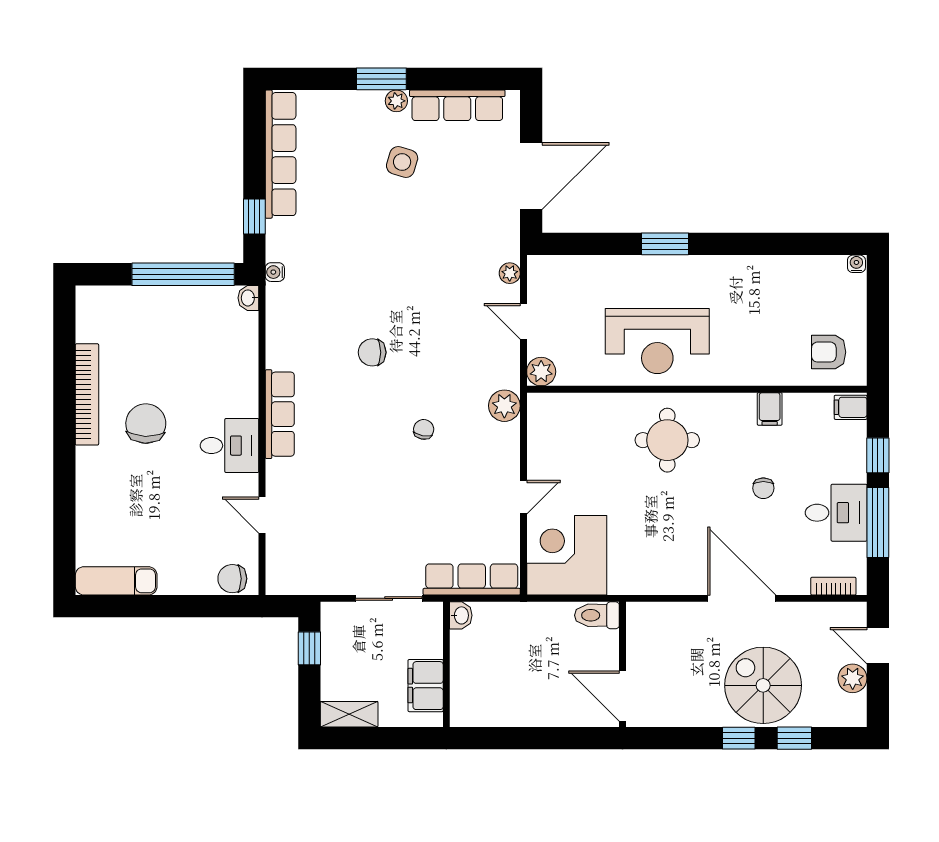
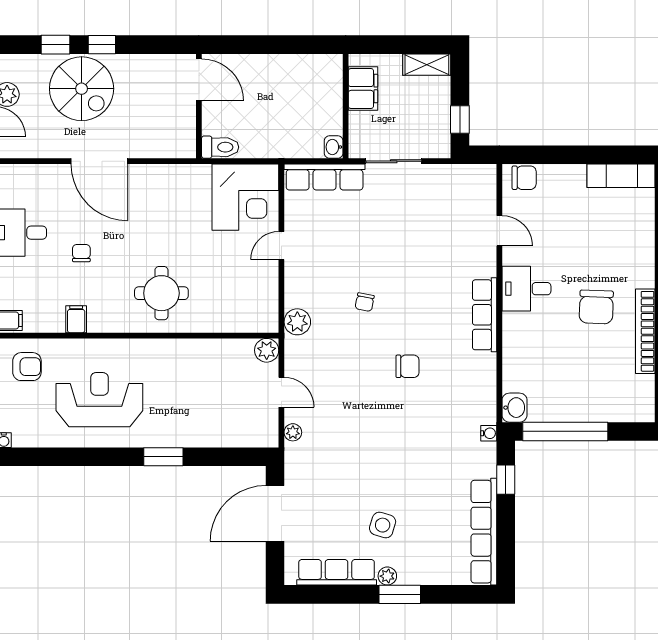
washbasin: (248, 298) -> (515, 408), width x1.38, depth x1.45
reception desk: (657, 341) -> (99, 400), moved
bookcase: (833, 586) -> (23, 171), removed

